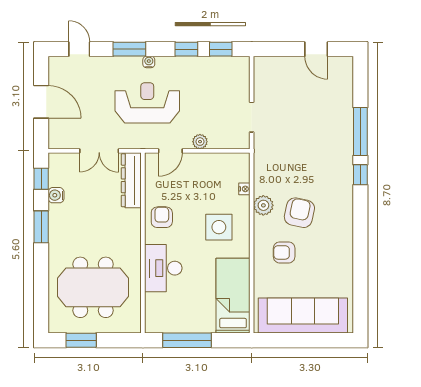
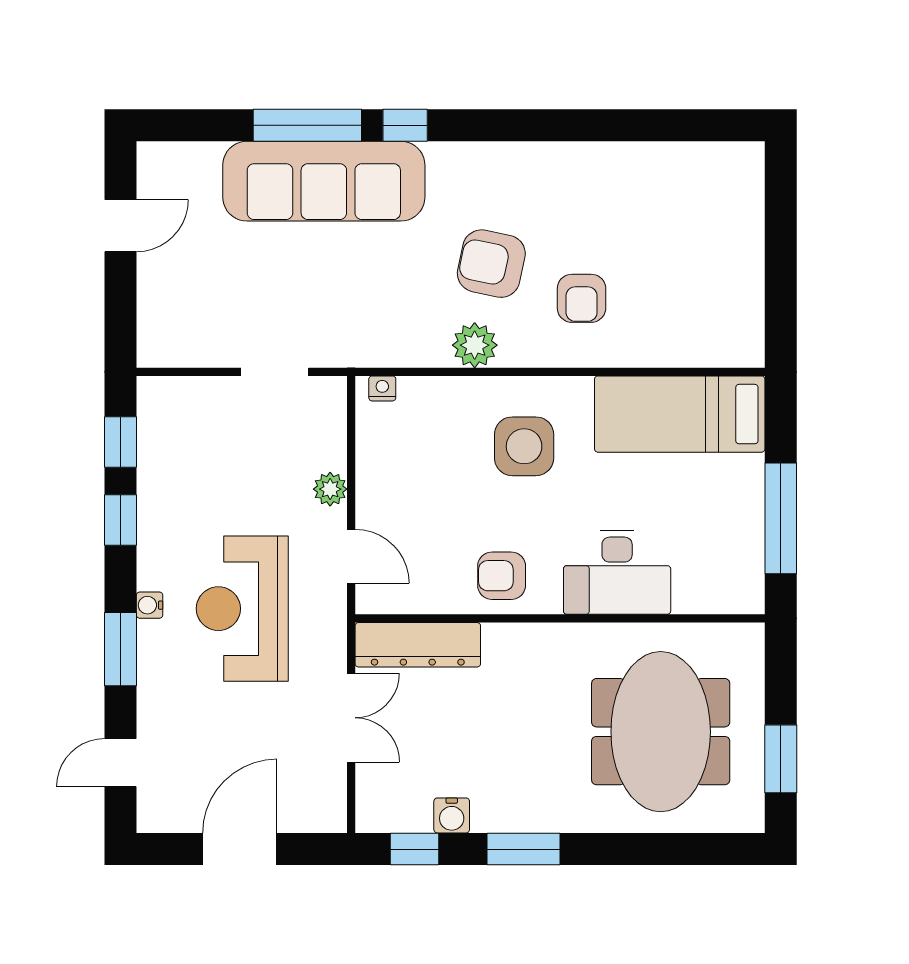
nightstand: (244, 189) -> (382, 388), moved
sofa: (303, 316) -> (324, 181), moved, turned -90

